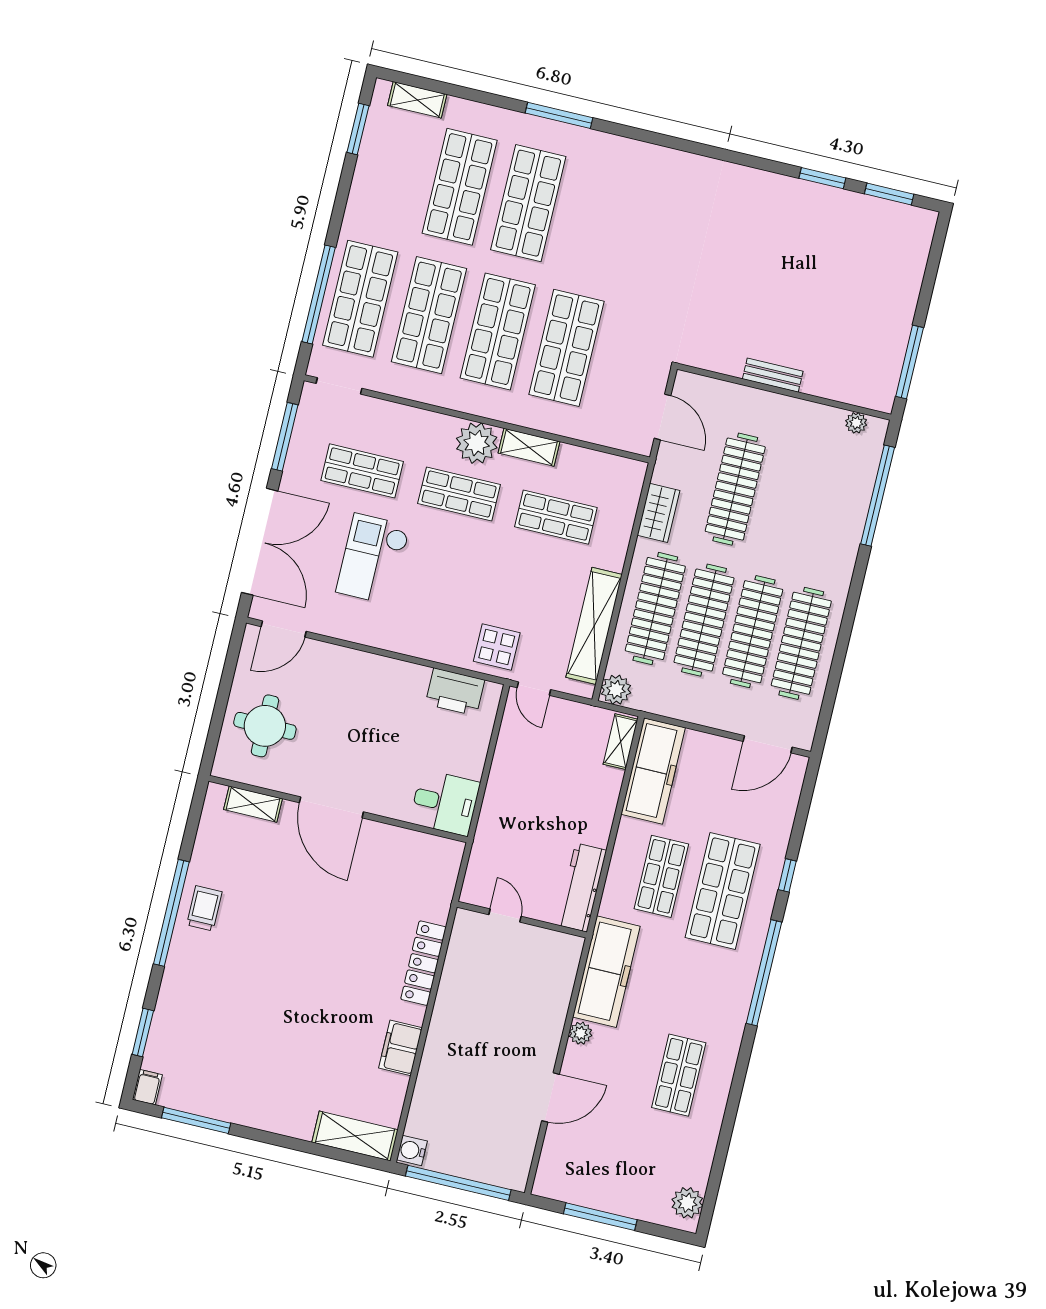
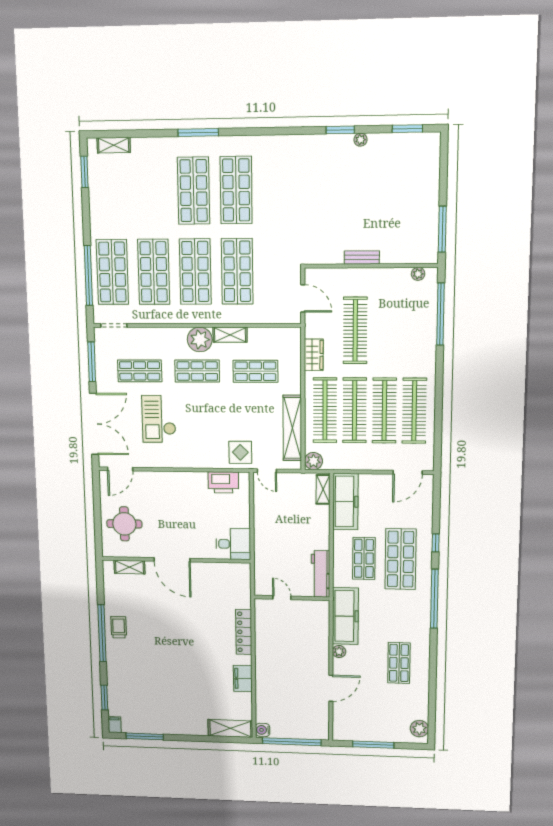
window: (822, 178) -> (340, 130), moved
shop shelf: (460, 187) -> (236, 190), moved
plant: (813, 192) -> (360, 140), added

